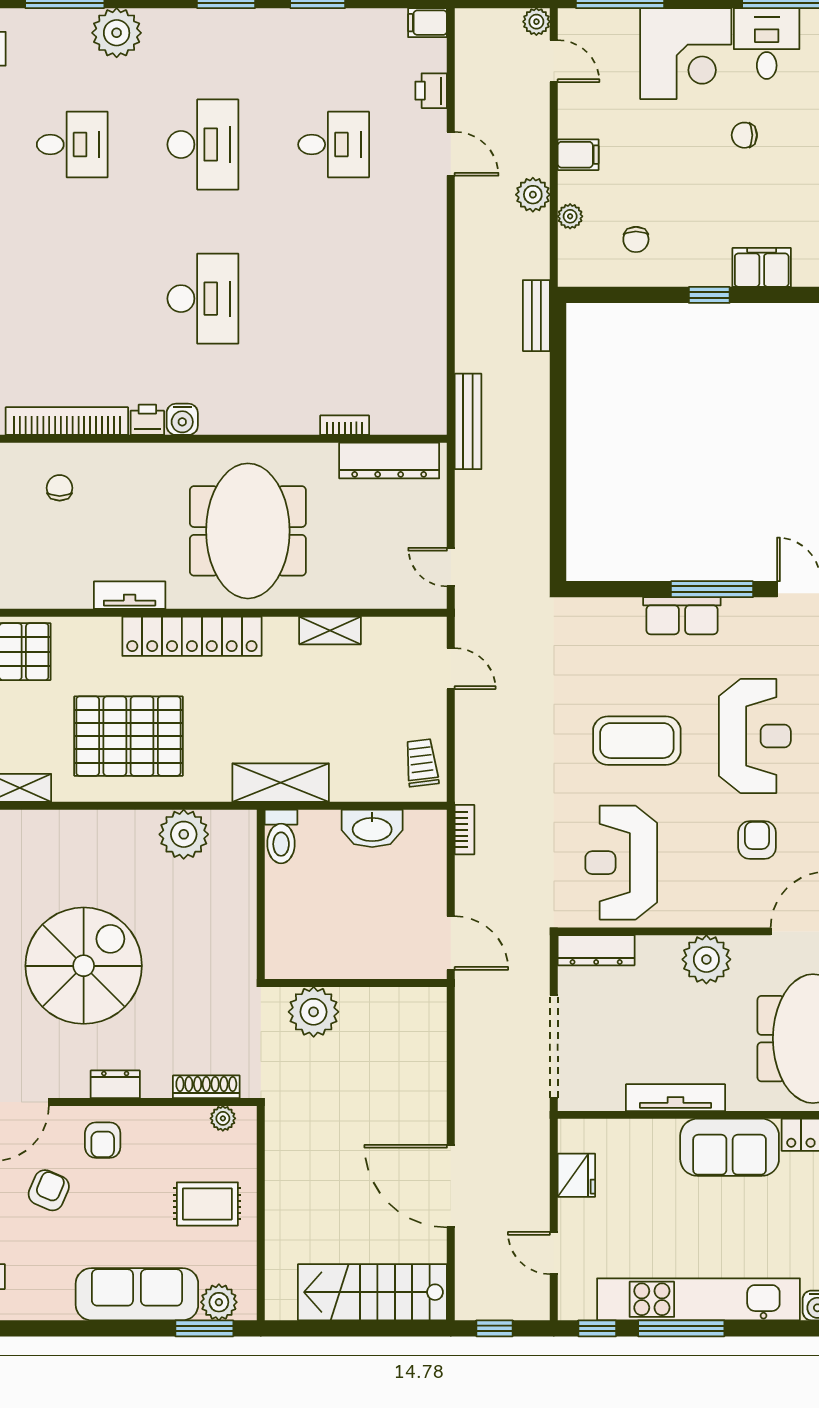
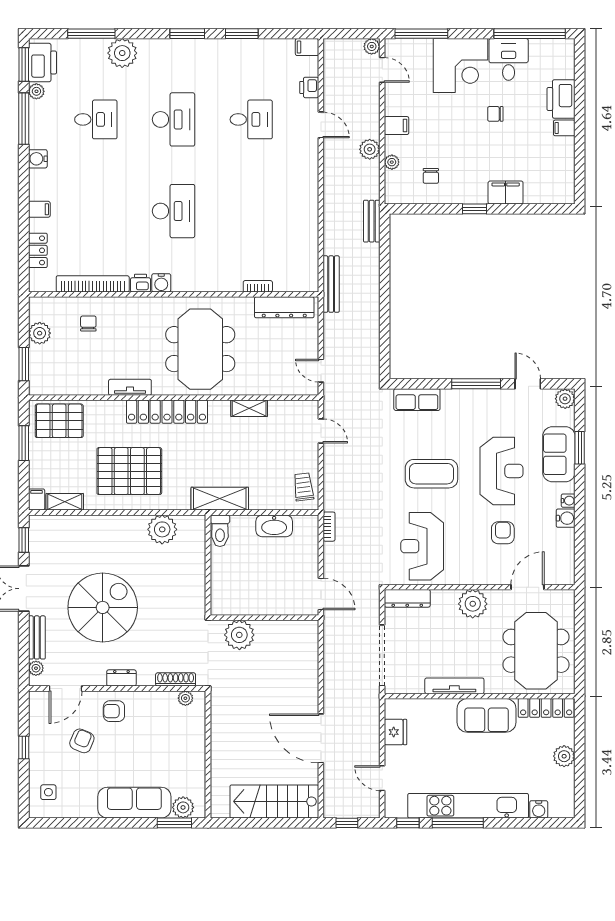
row of seats: (682, 616) -> (417, 400), moved
armchair: (103, 1140) -> (114, 711), turned 90
rug: (207, 1204) -> (176, 749), removed

